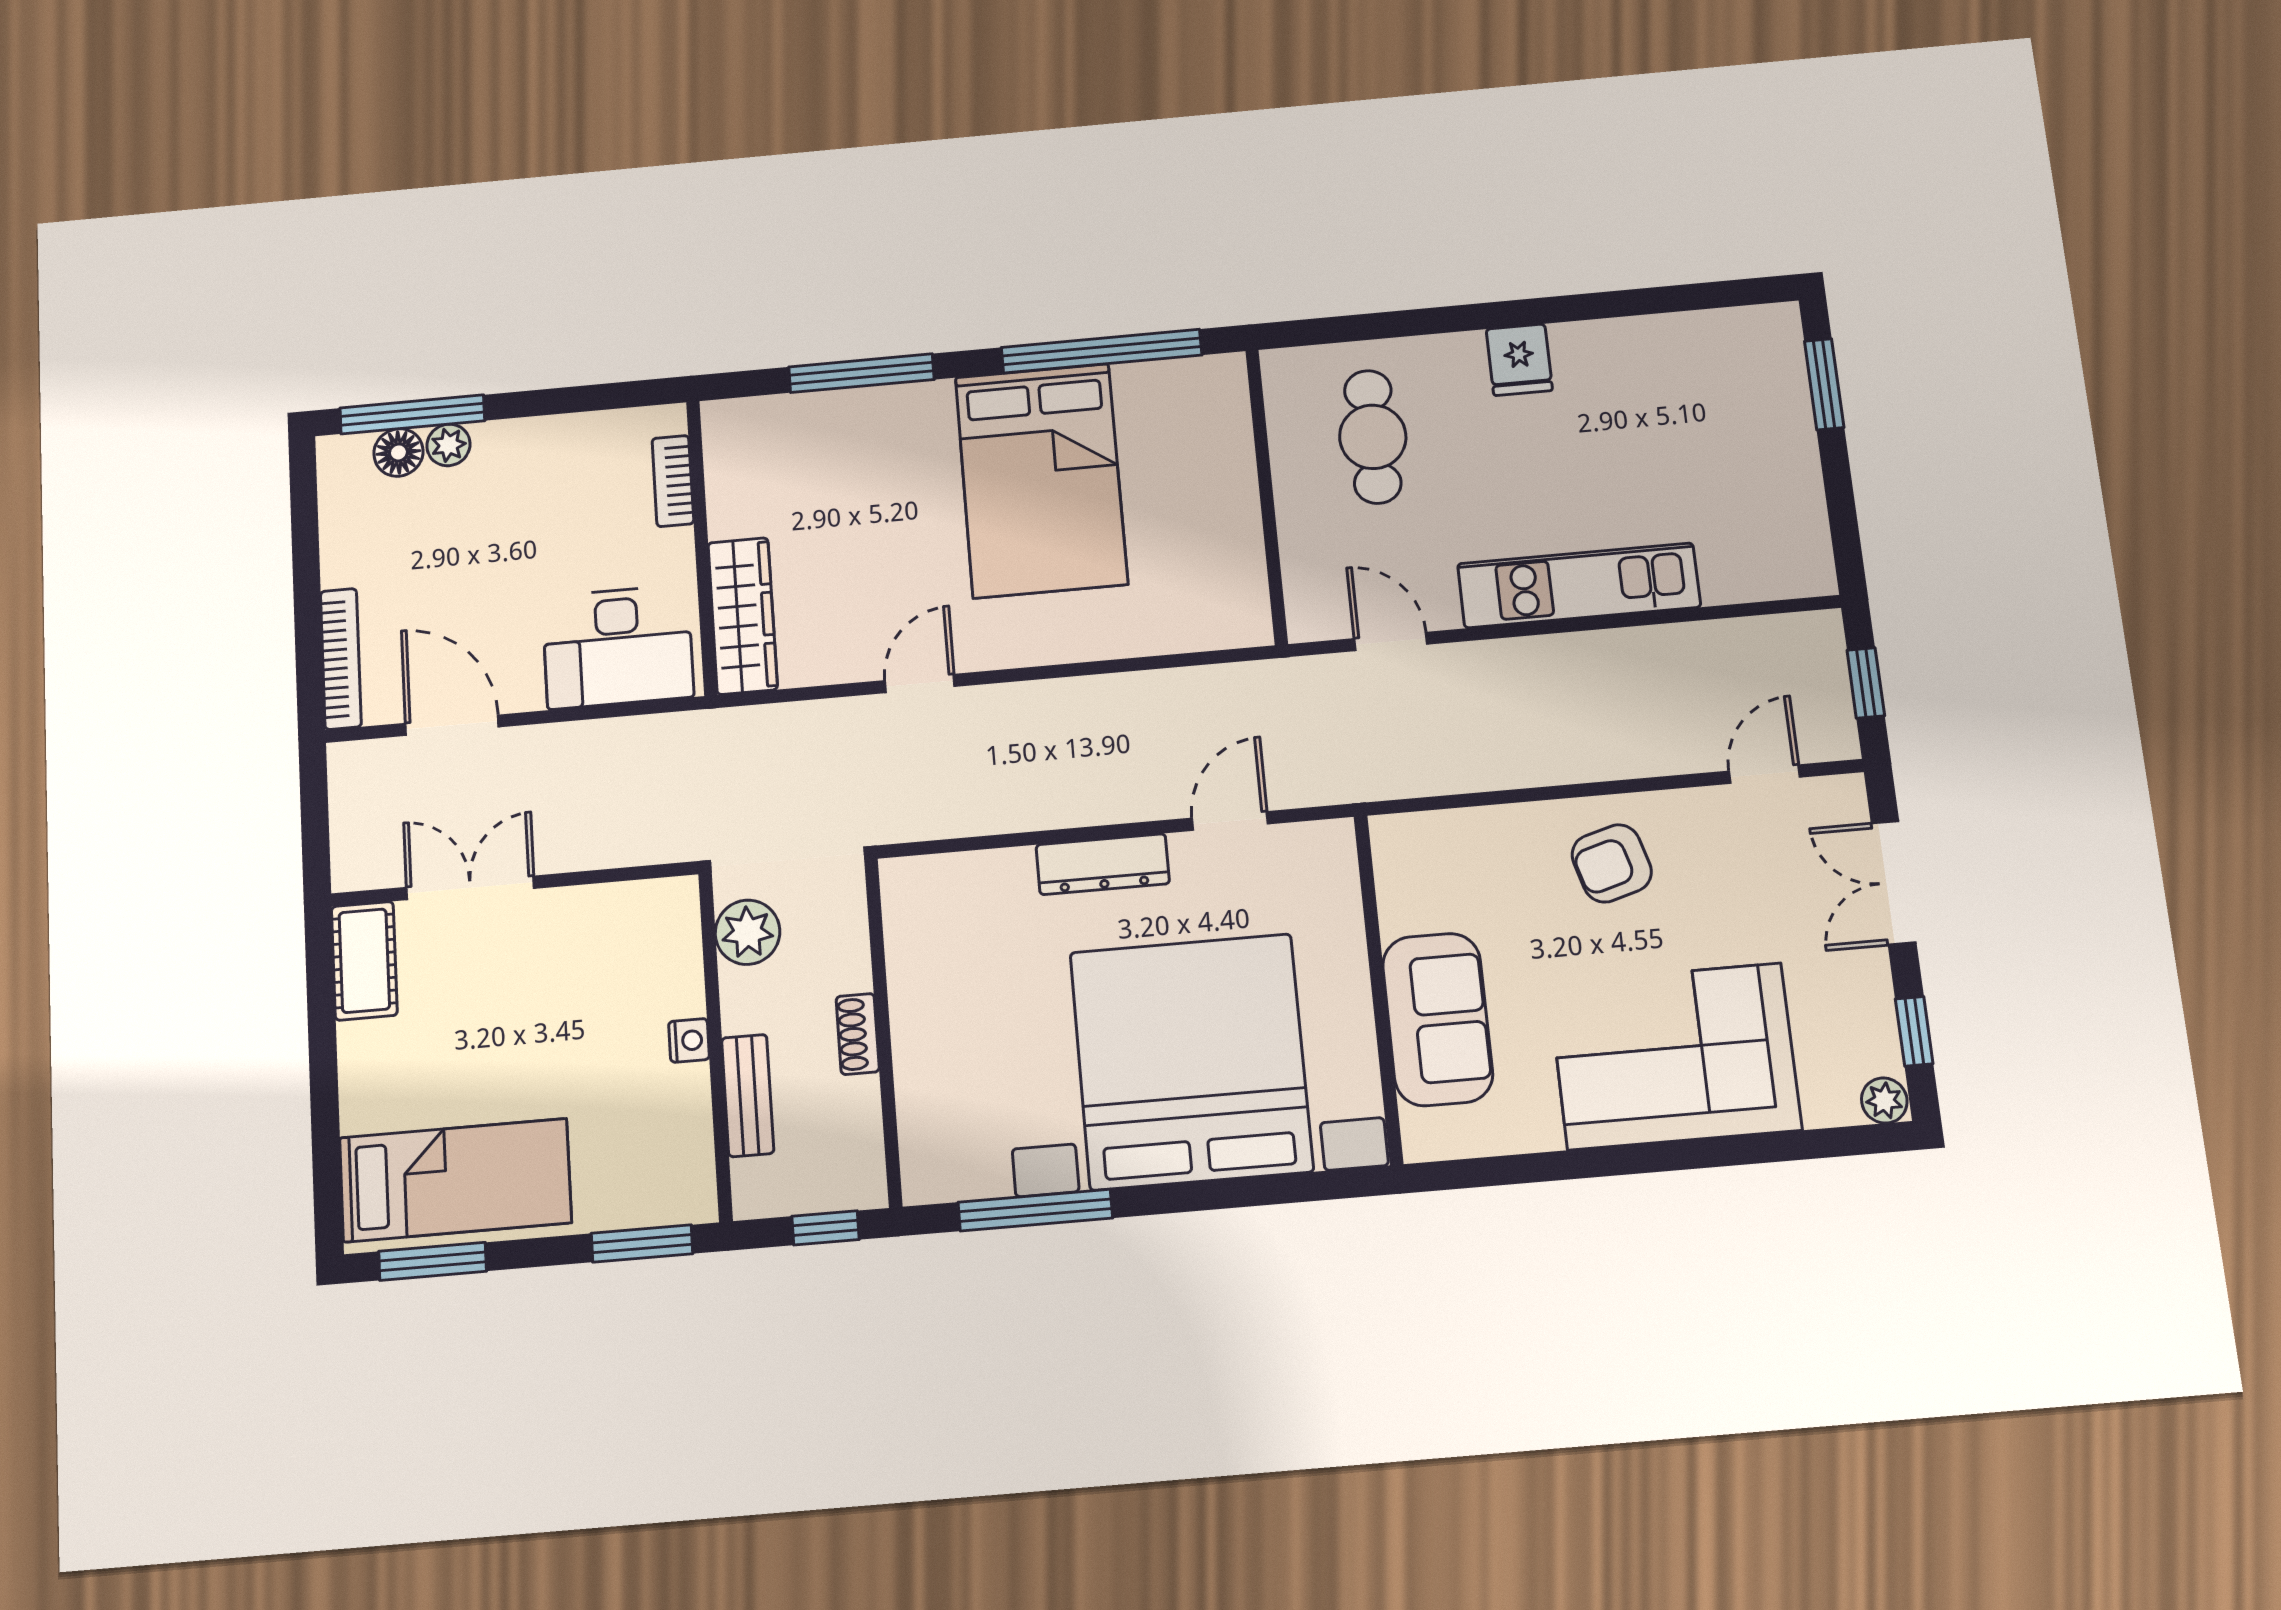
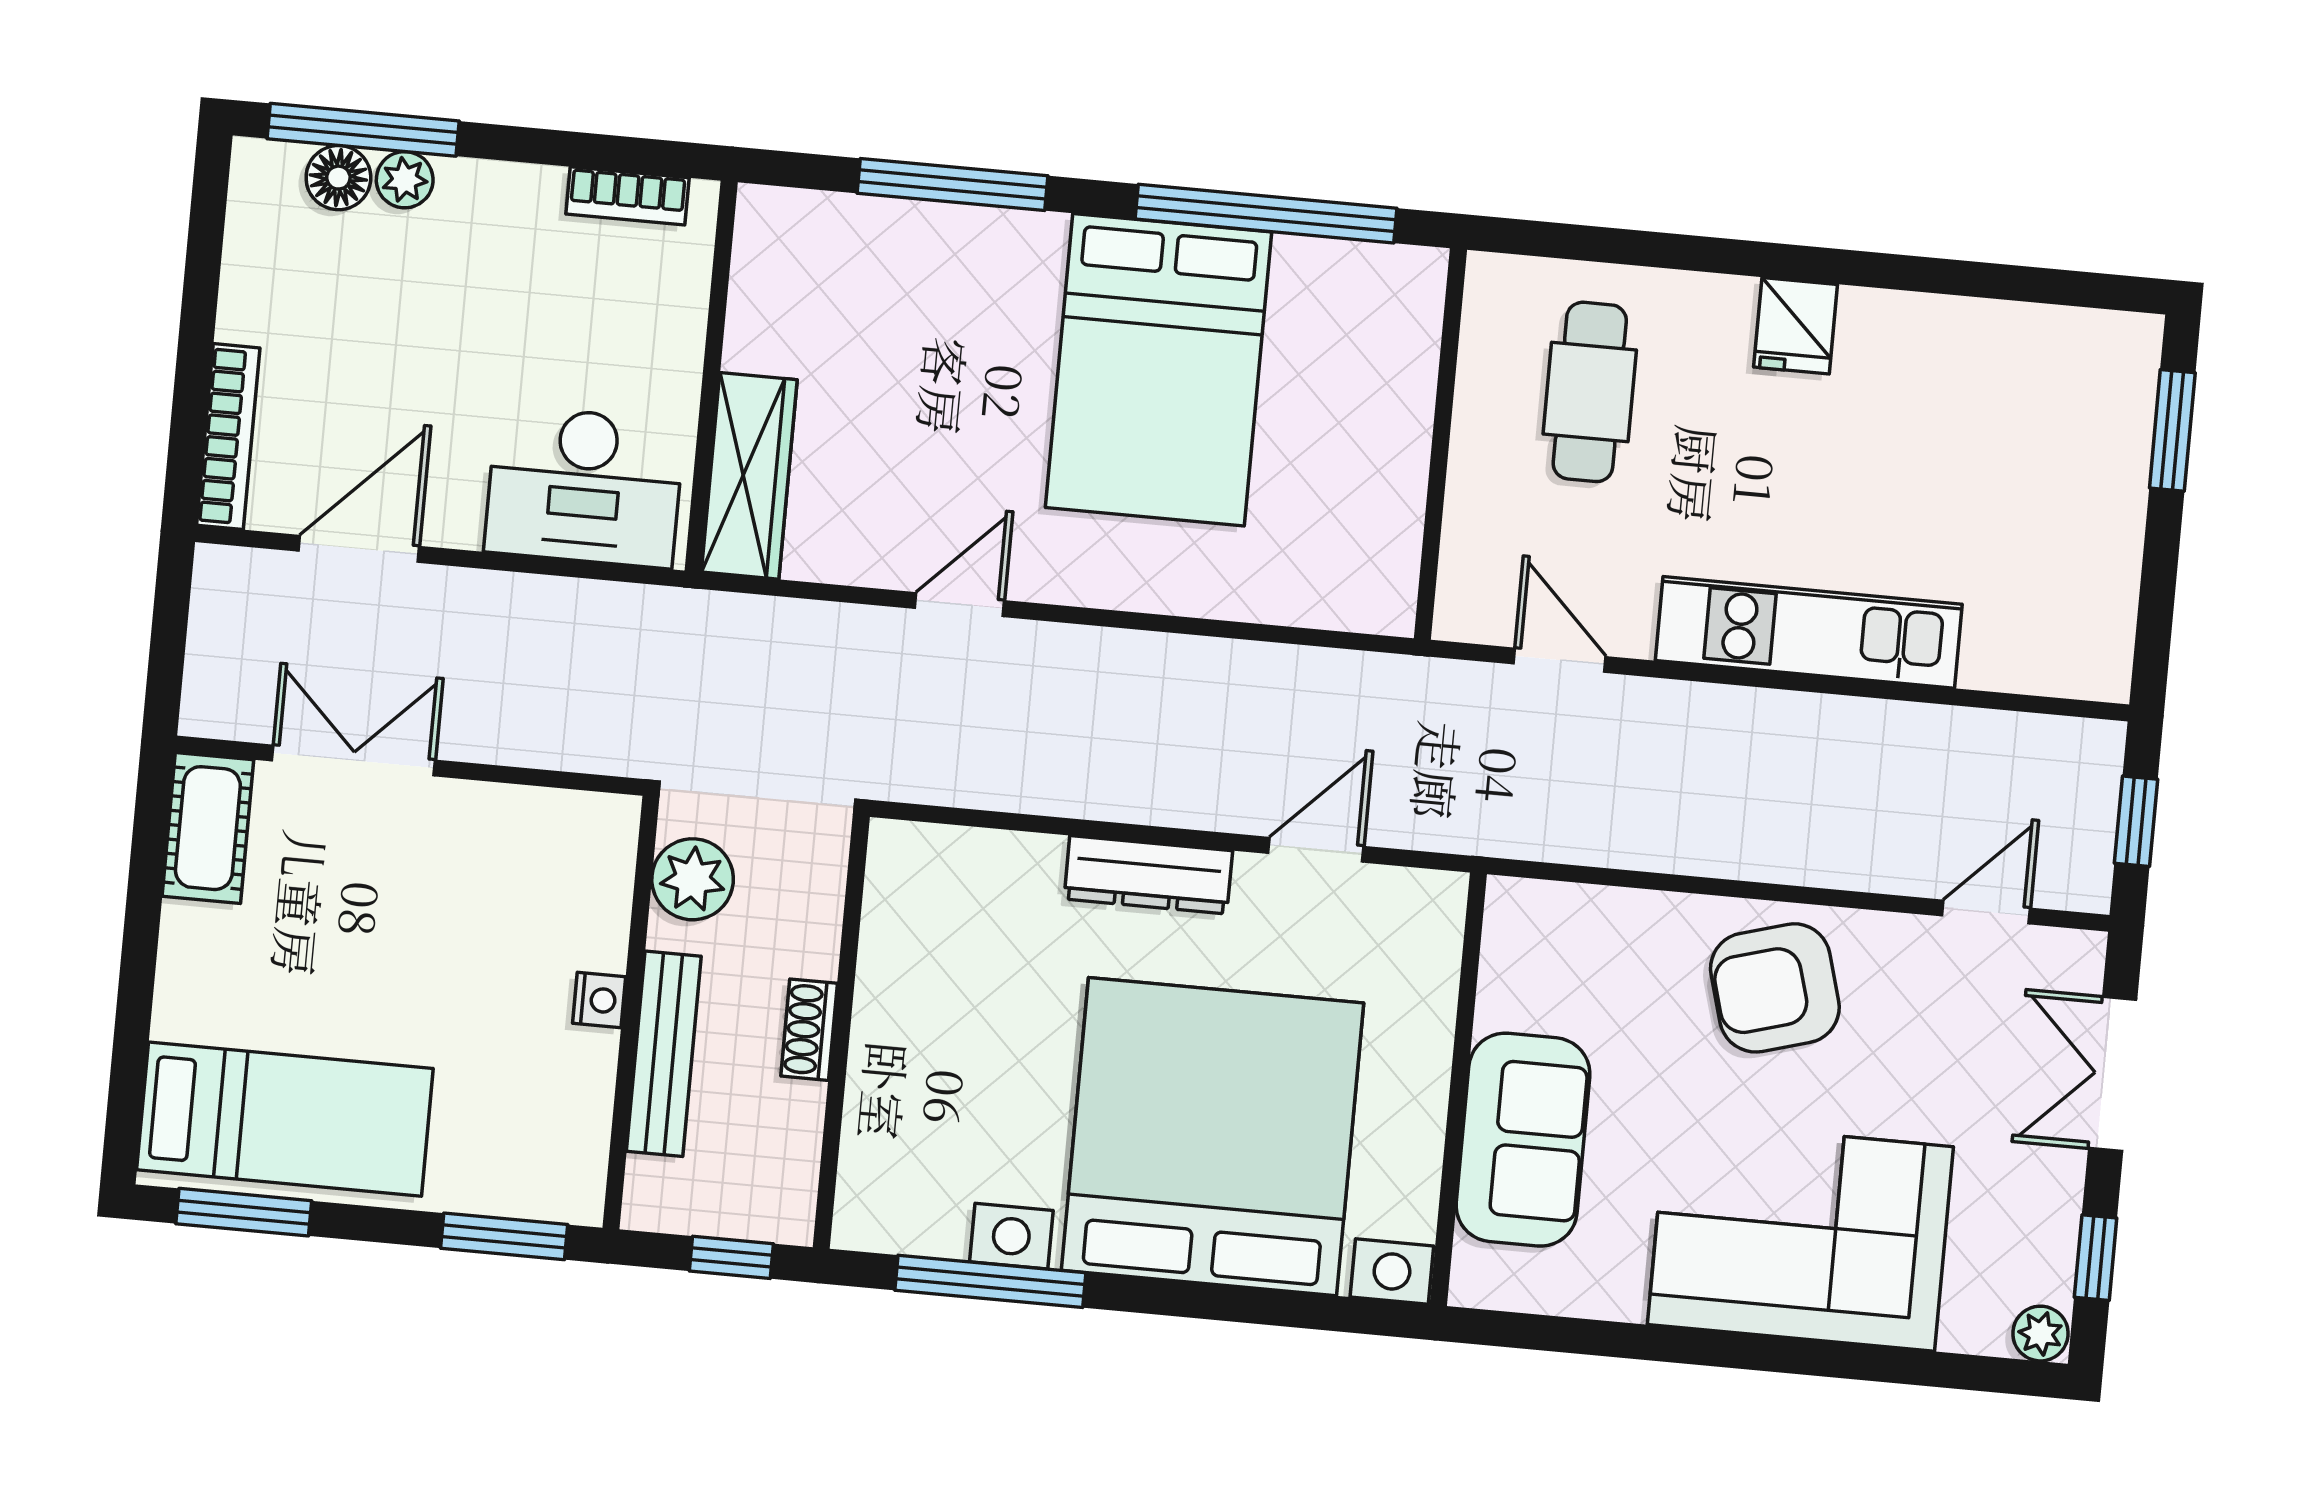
bookcase: (673, 481) -> (627, 196), moved, turned -90
door: (452, 725) -> (359, 549), hinge flipped
armchair: (1612, 863) -> (1775, 988), width x1.38, depth x1.38
bench: (748, 1095) -> (664, 1054), width x1.36

